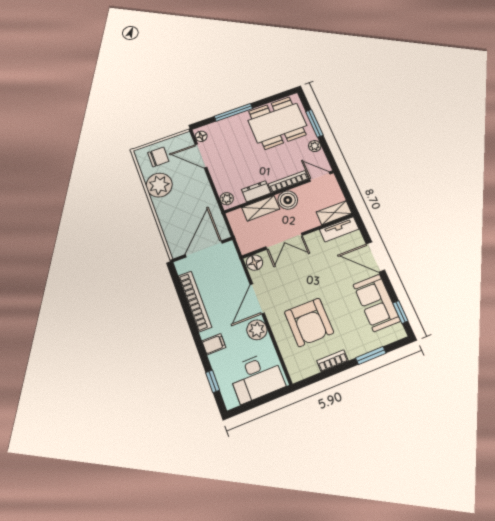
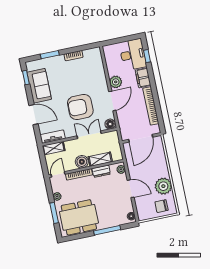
door: (201, 156) -> (131, 189), moved
door: (320, 177) -> (58, 174), swing flipped
armchair: (309, 322) -> (80, 107), moved, turned -90
filing cabinet: (214, 344) -> (143, 78), width x2.00
desk: (256, 377) -> (133, 55), moved, turned 90

